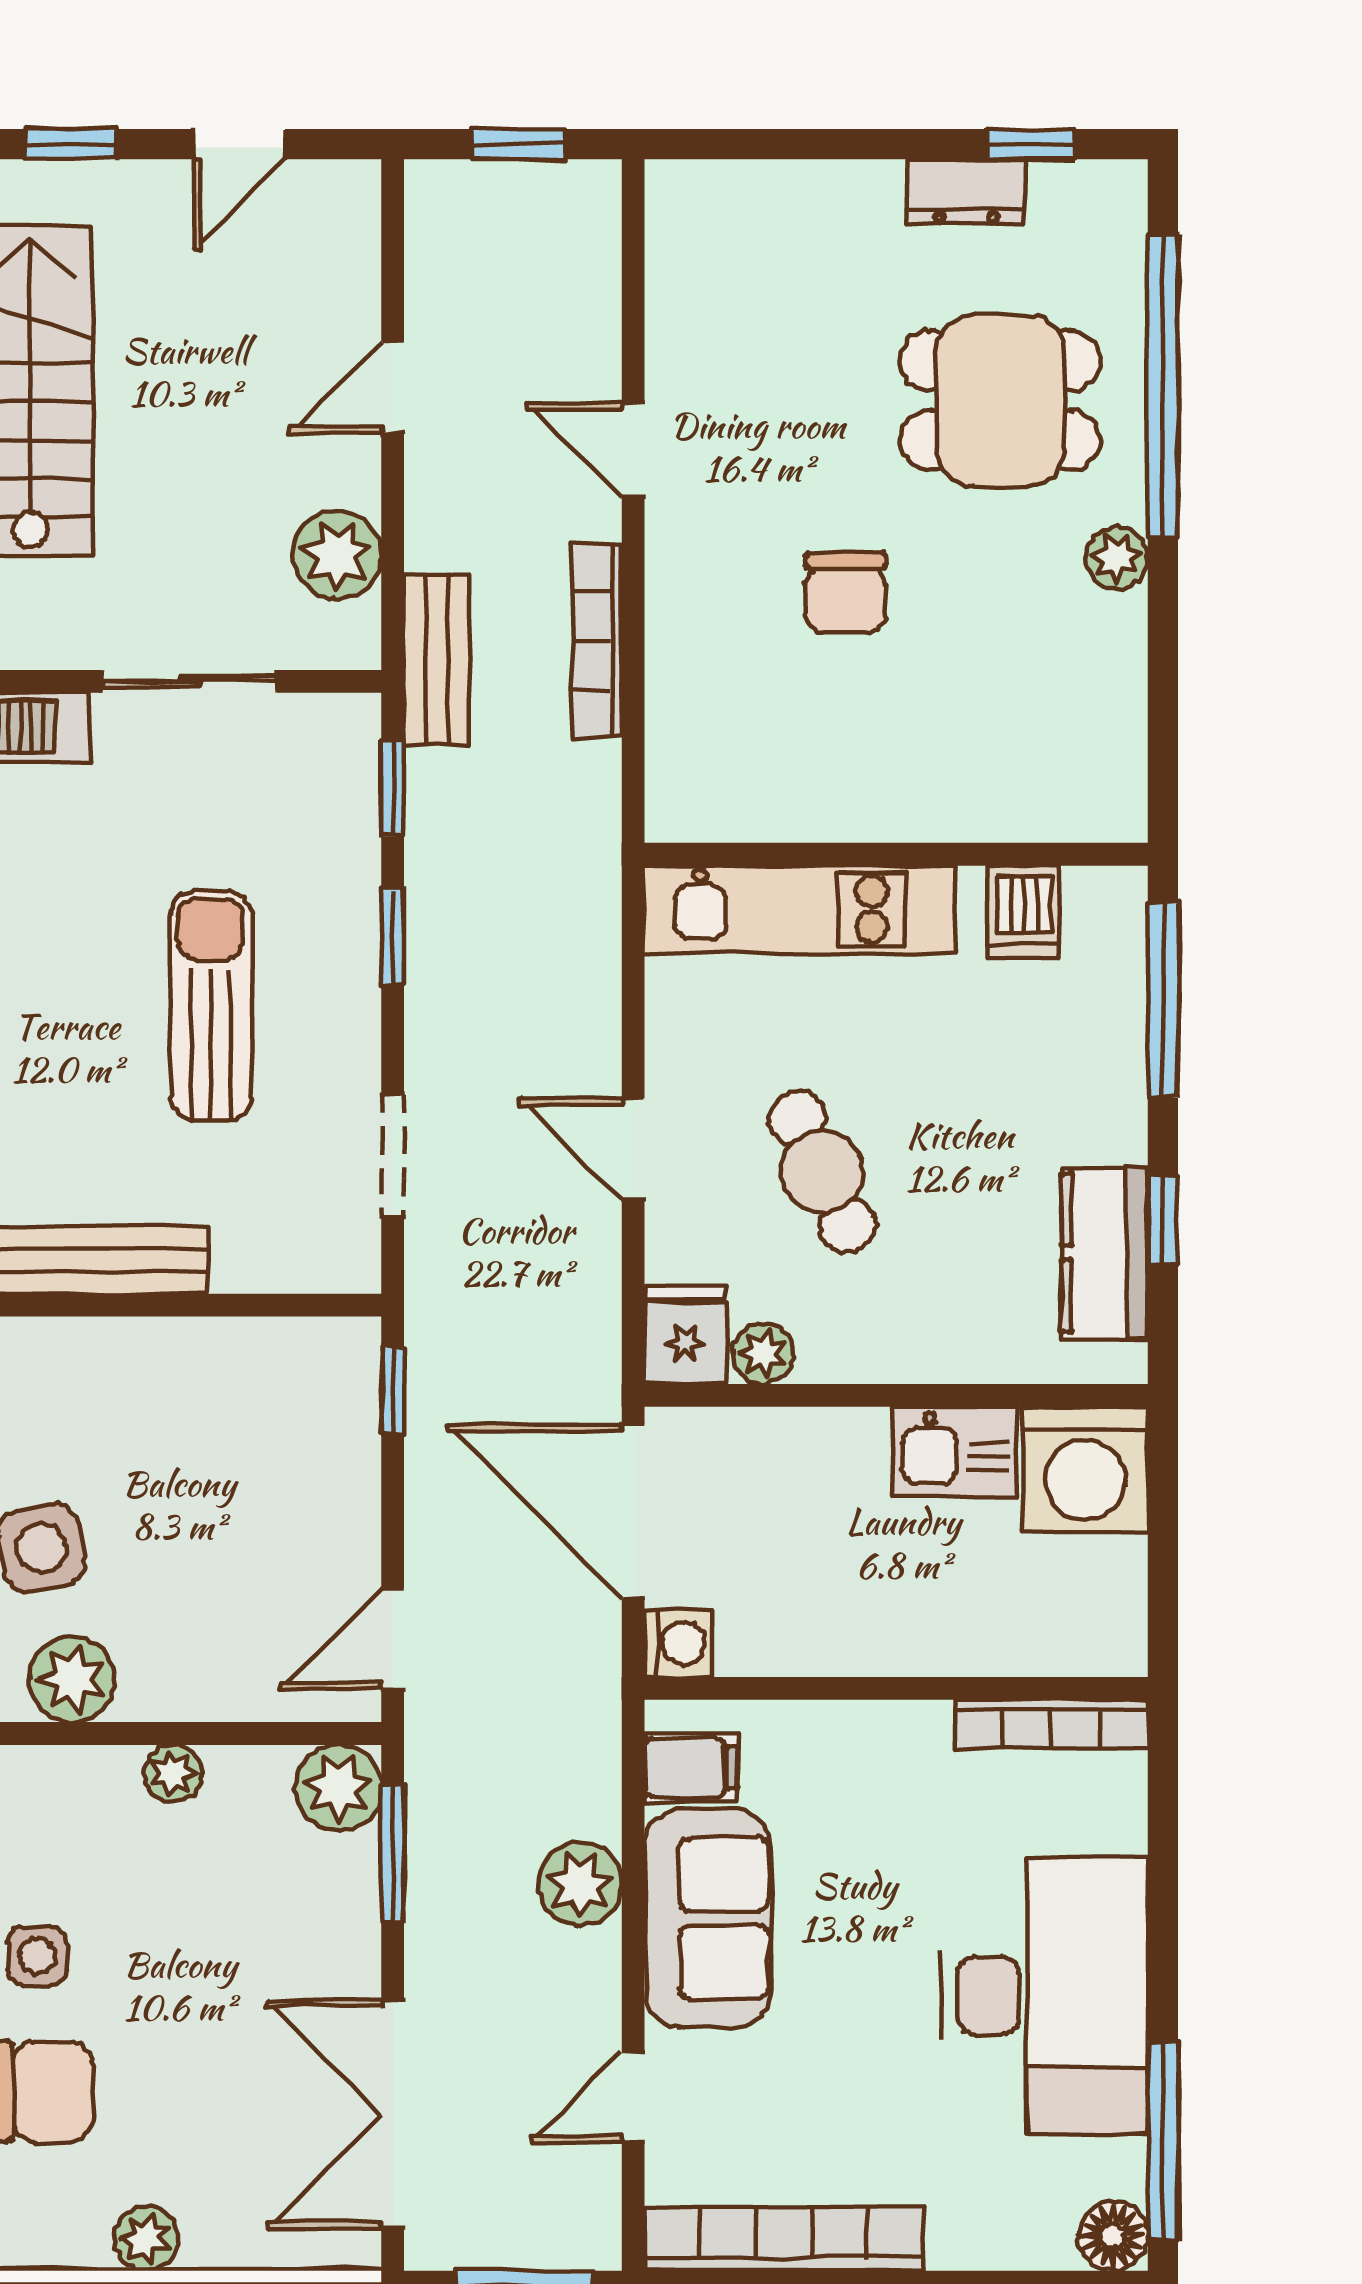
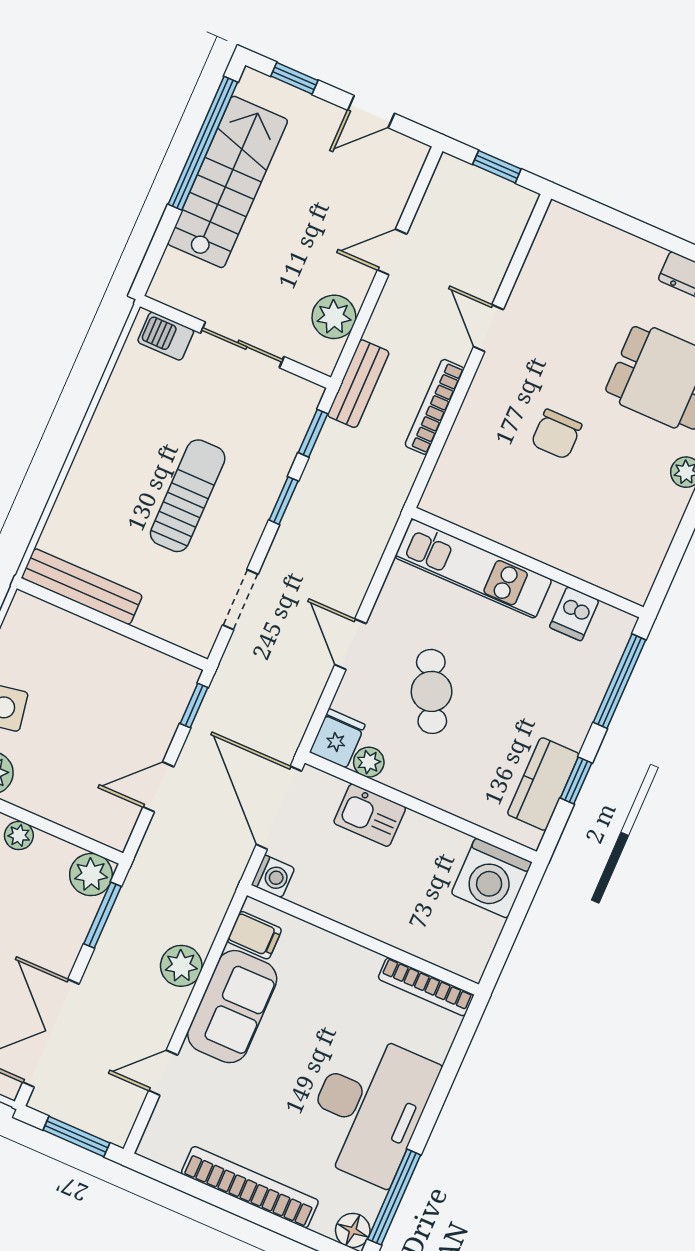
kitchen sink: (955, 1451) -> (370, 815), moved
door: (393, 1638) -> (158, 787), moved
bookcase: (784, 2239) -> (250, 1187), moved

